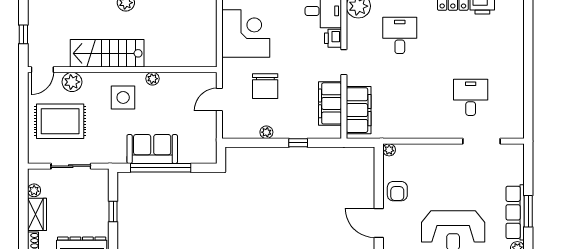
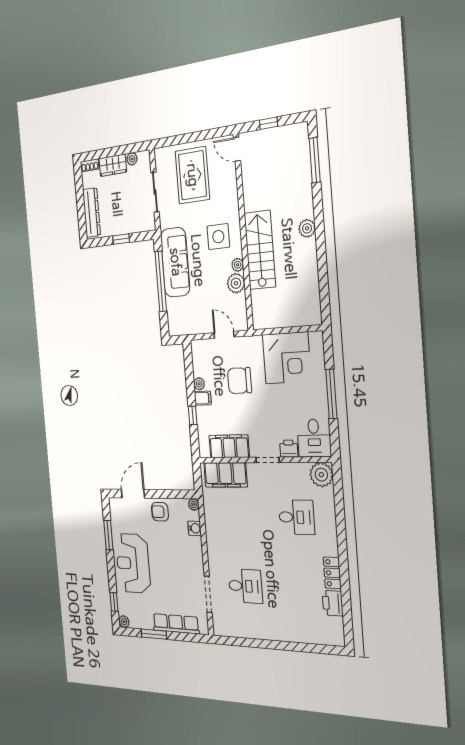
stairs: (107, 53) -> (260, 250), moved
plant: (72, 82) -> (236, 283), moved
filing cabinet: (281, 129) -> (203, 398), added
sofa: (152, 149) -> (175, 262), width x1.36
water cooler: (414, 151) -> (195, 528), added
row of seats: (515, 212) -> (176, 624), moved

